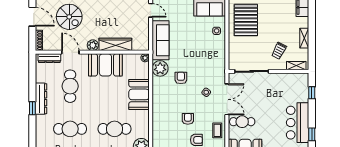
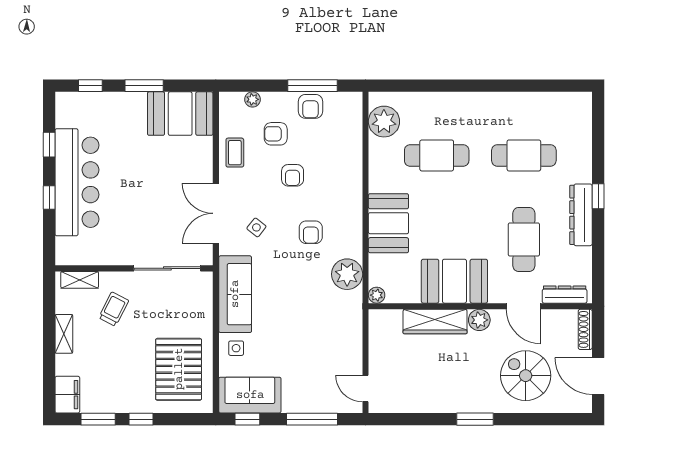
sofa: (161, 40) -> (235, 294), moved, turned 180
armchair: (181, 78) -> (311, 232), moved
window: (312, 93) -> (49, 197), moved
cafe table: (242, 122) -> (186, 170), removed
bar counter: (298, 123) -> (77, 182), width x1.36

